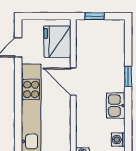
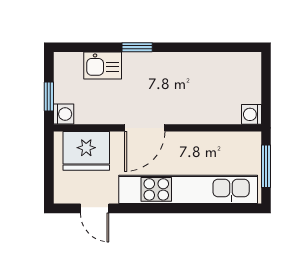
kitchen sink: (116, 105) -> (103, 66), moved
washing machine: (118, 140) -> (64, 114), moved, turned -90

